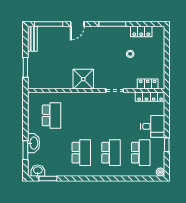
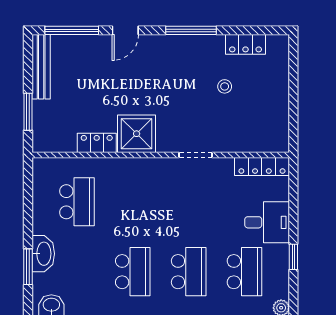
bench: (32, 39) -> (41, 67), width x1.36
locker: (148, 84) -> (97, 143), moved

